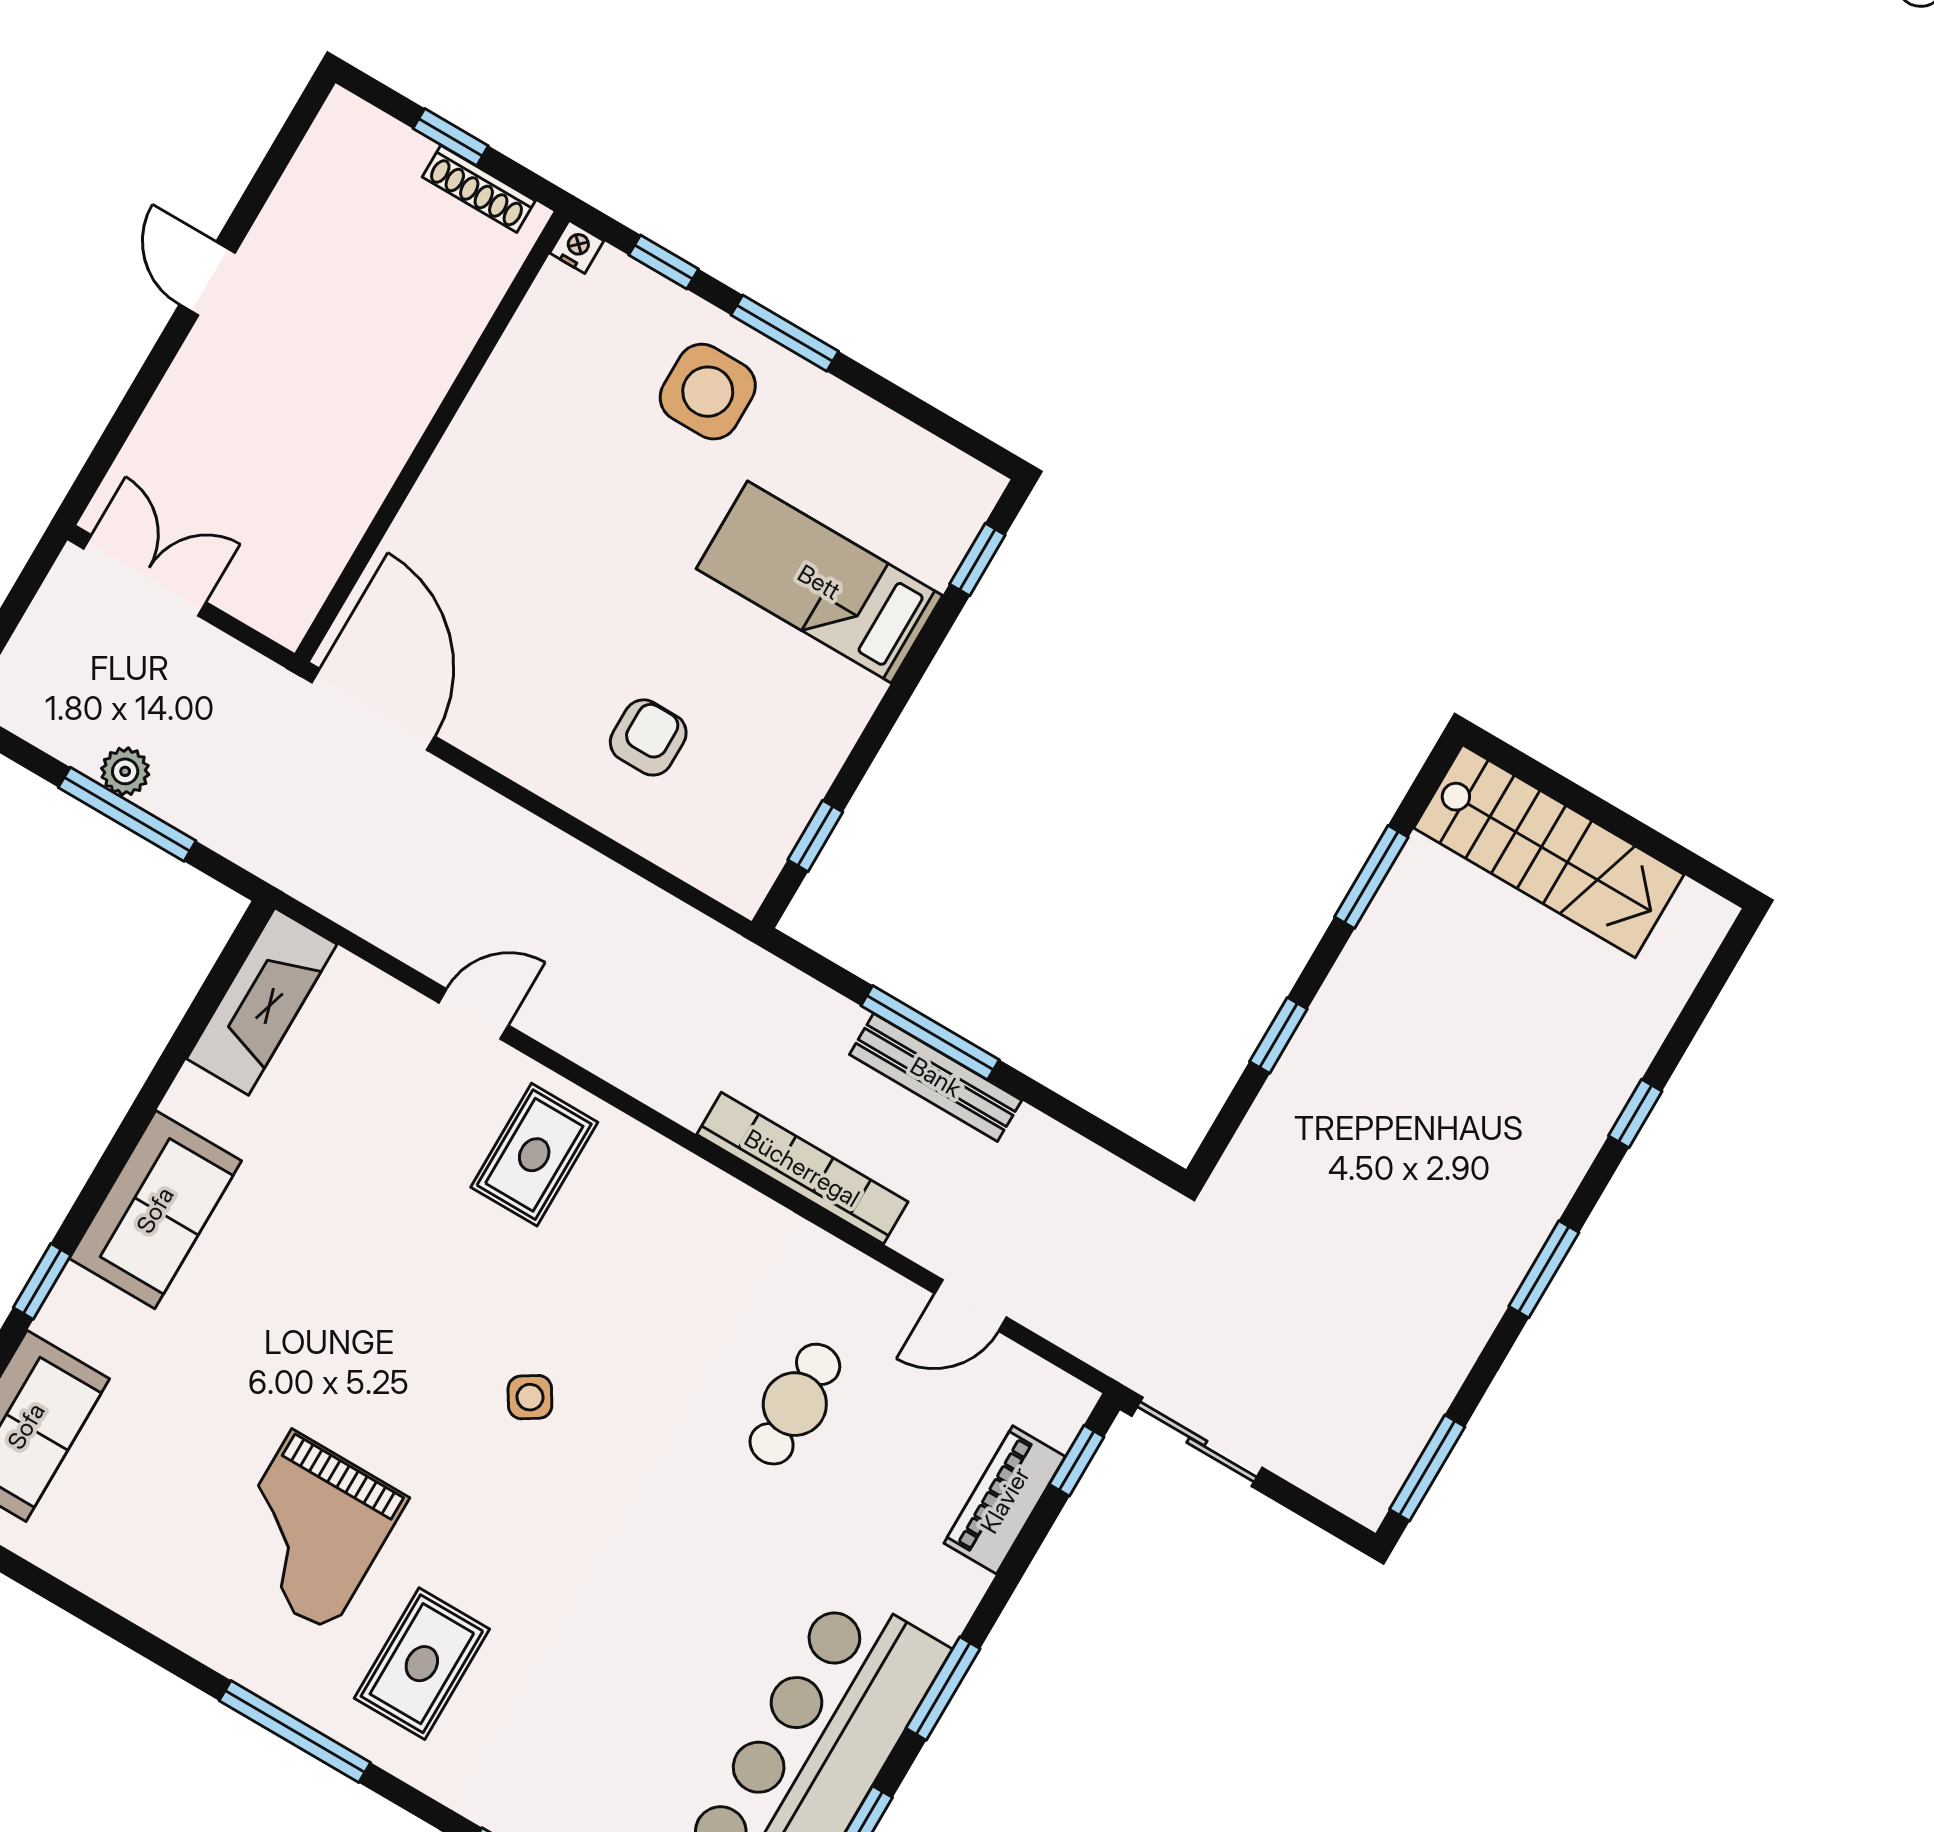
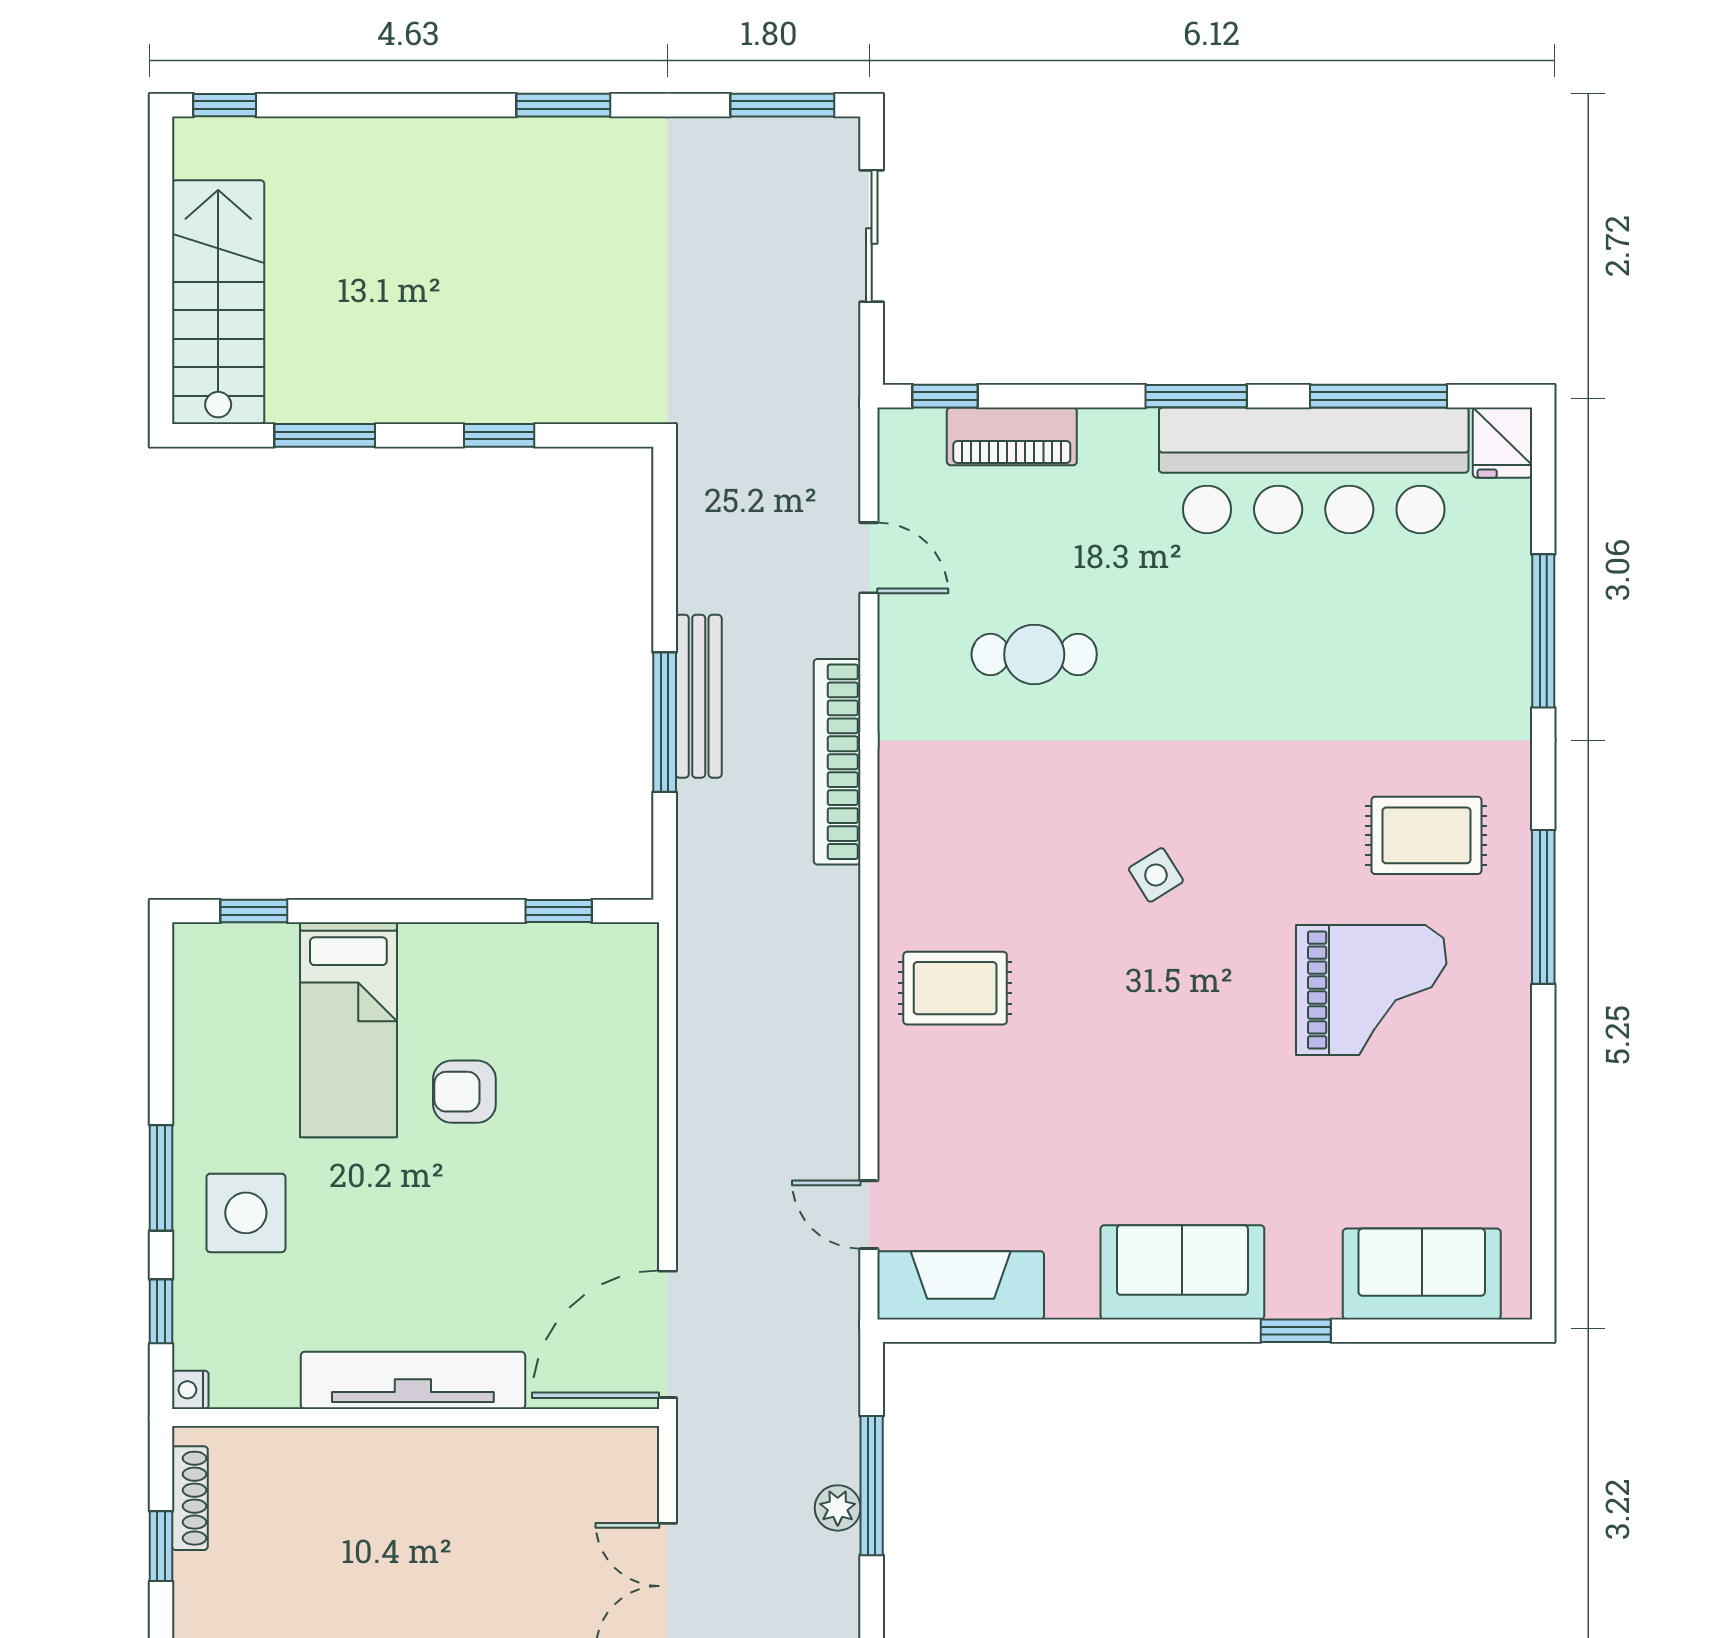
tv unit: (467, 454) -> (413, 1380), added
armchair: (648, 737) -> (464, 1092), moved
door: (474, 1014) -> (869, 1215), moved
window: (1635, 1113) -> (225, 105), moved
sliding door: (1197, 1442) -> (872, 236), moved

